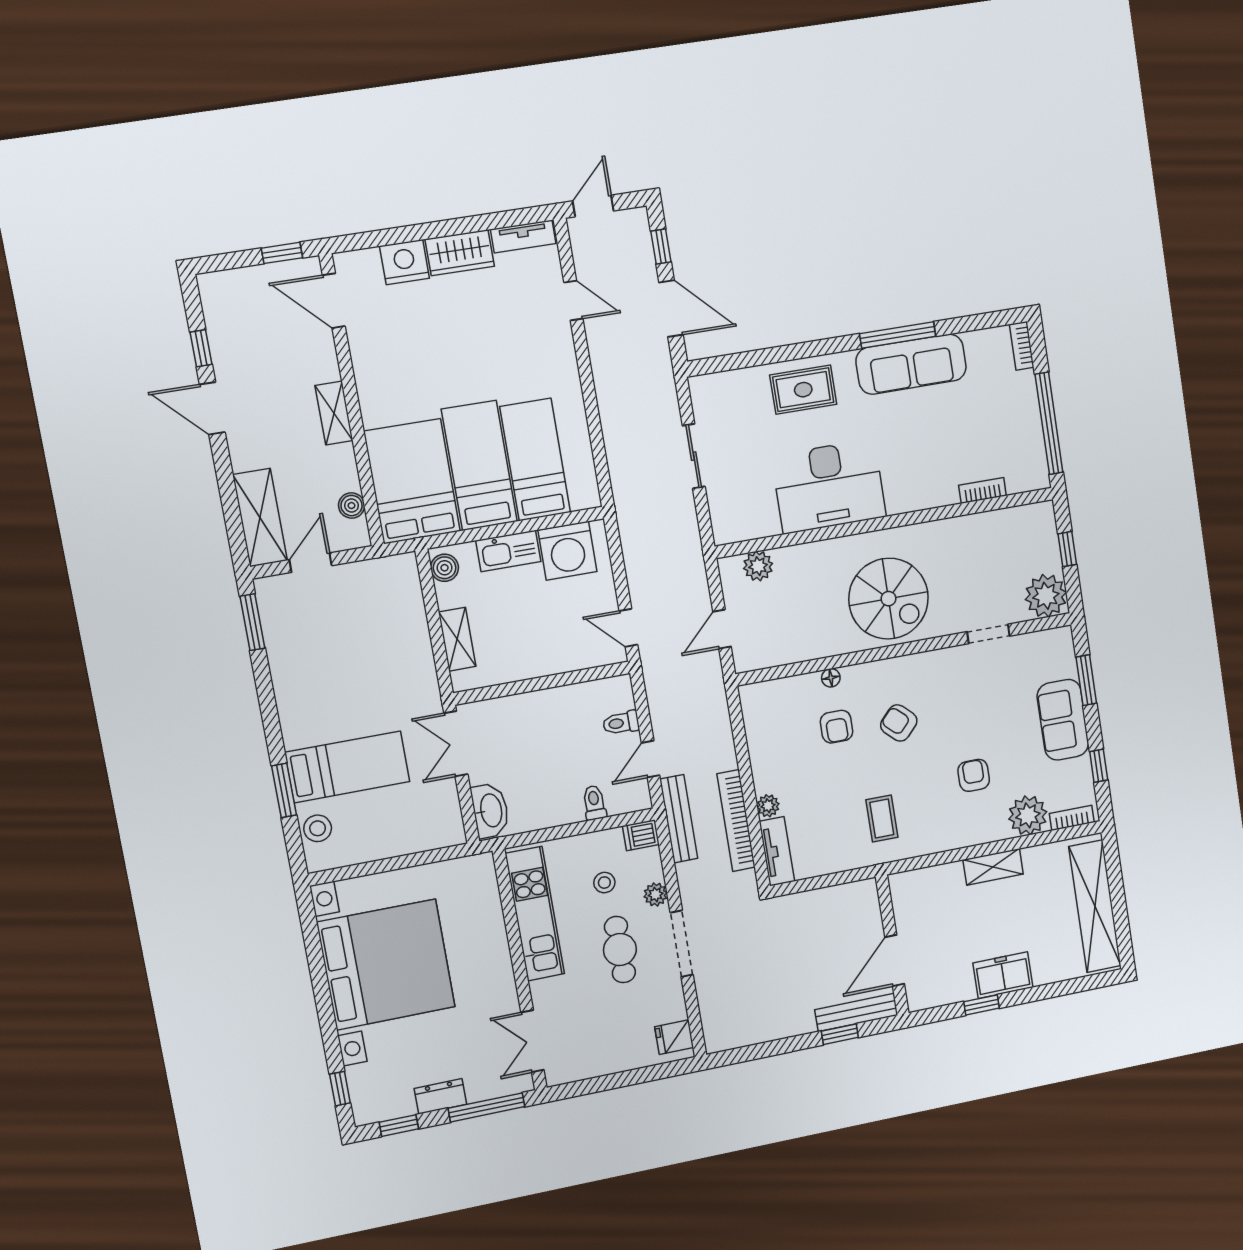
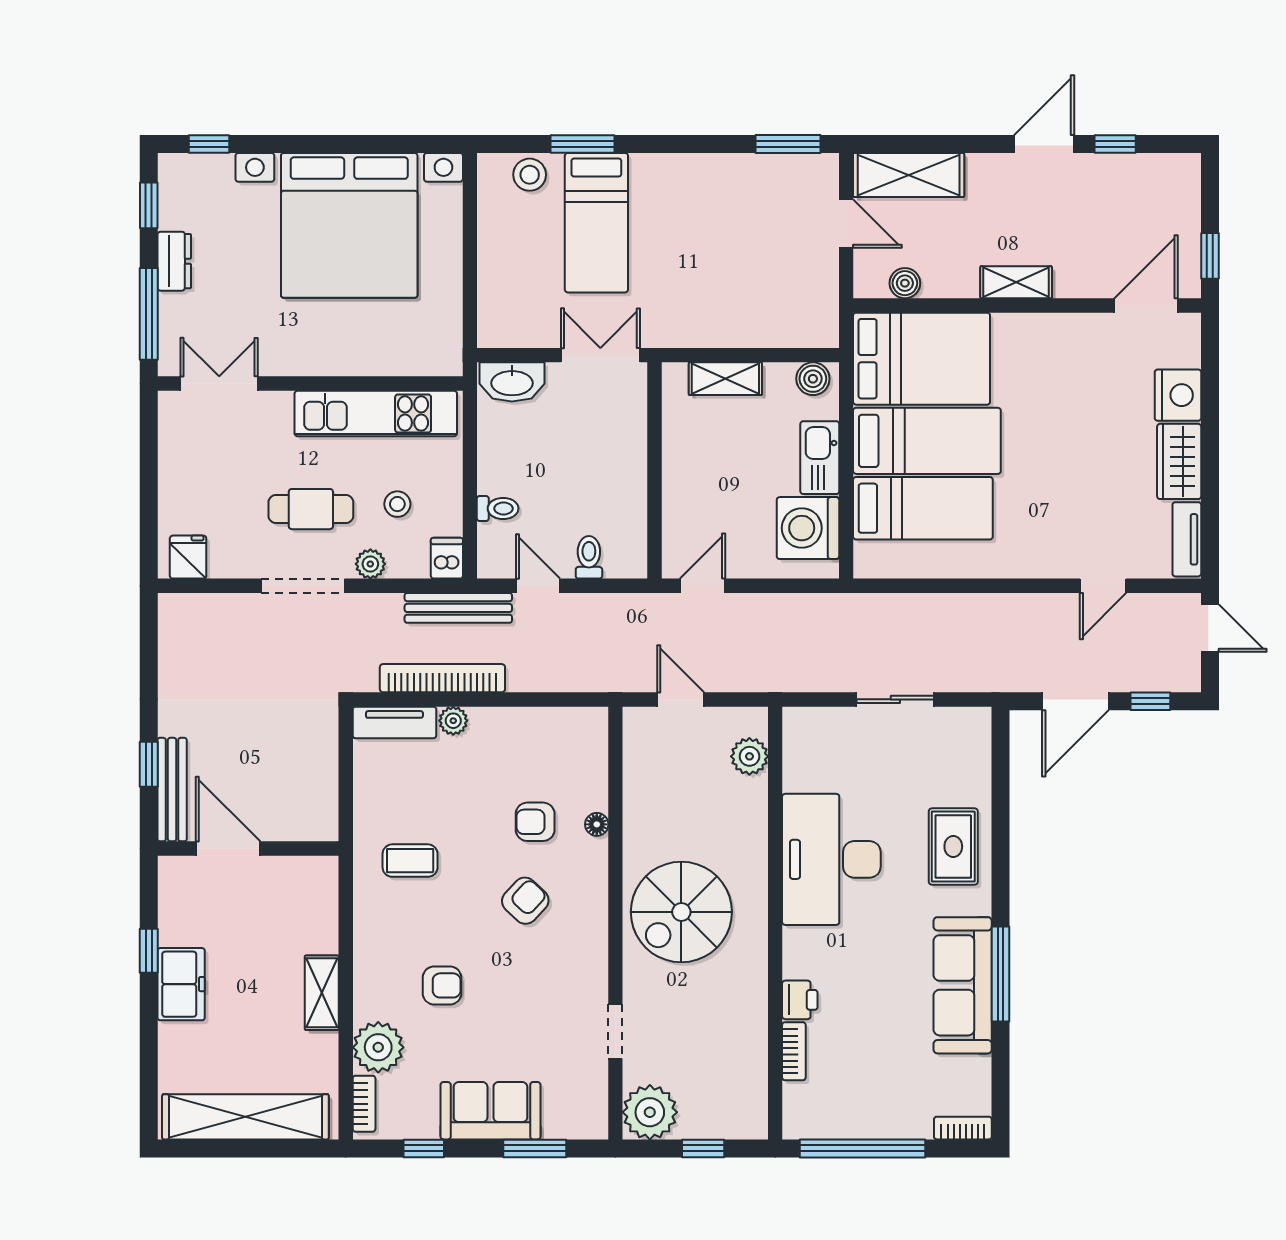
printer: (942, 493) -> (800, 1000), added

